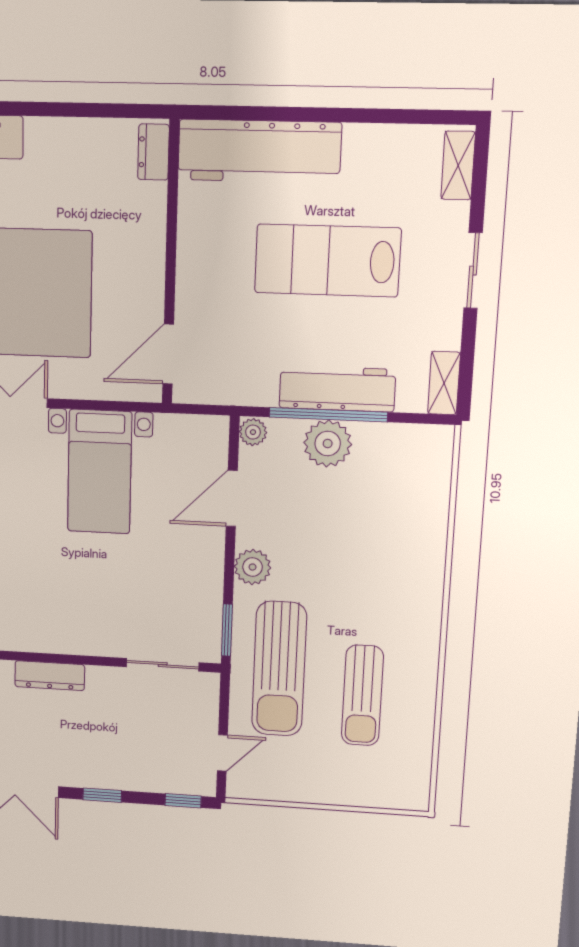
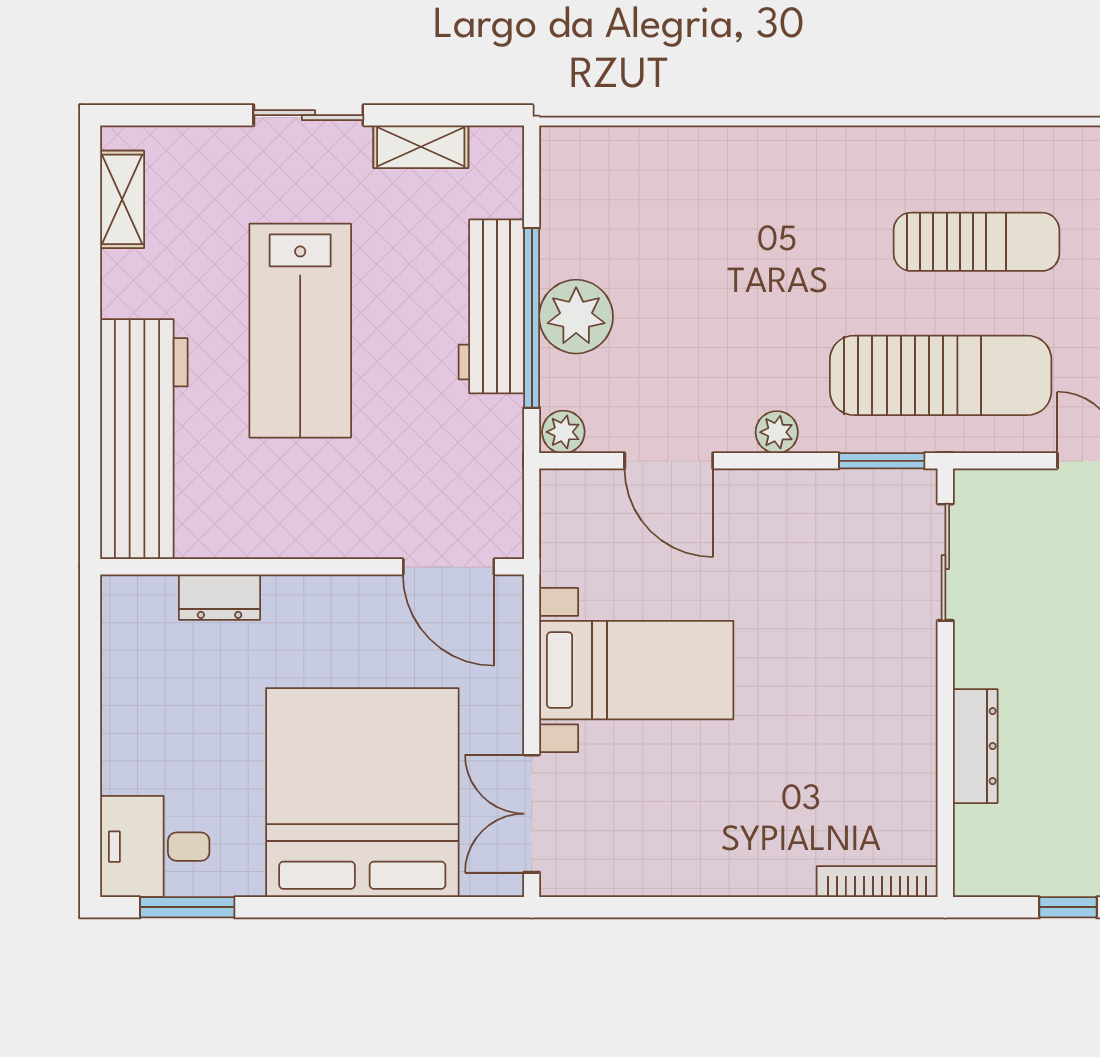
dresser: (153, 152) -> (220, 597), moved
shelving: (458, 165) -> (122, 199), moved, turned 90
shelving: (444, 383) -> (421, 147), moved
plant: (253, 567) -> (777, 432), width x0.73, depth x0.73

